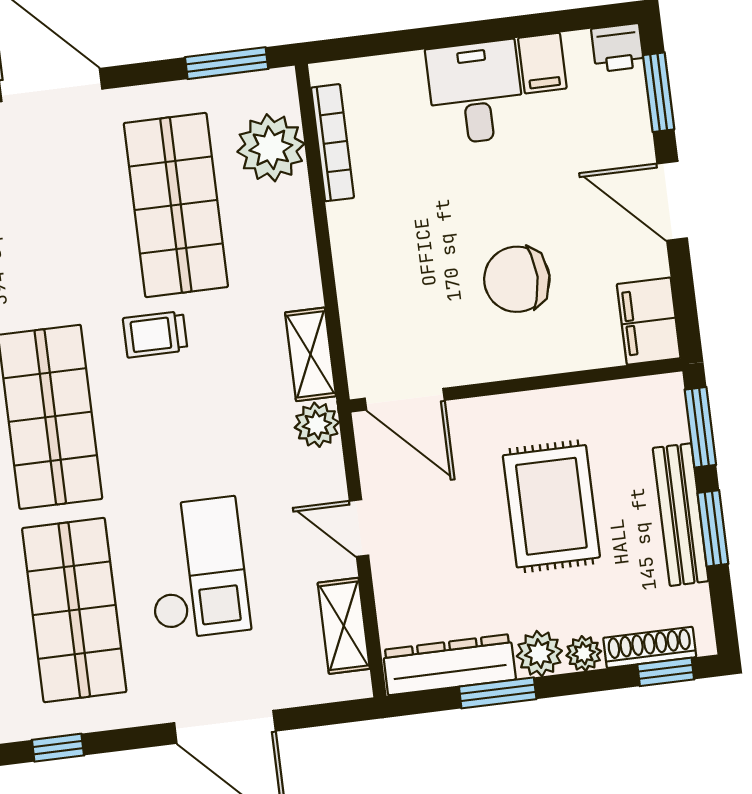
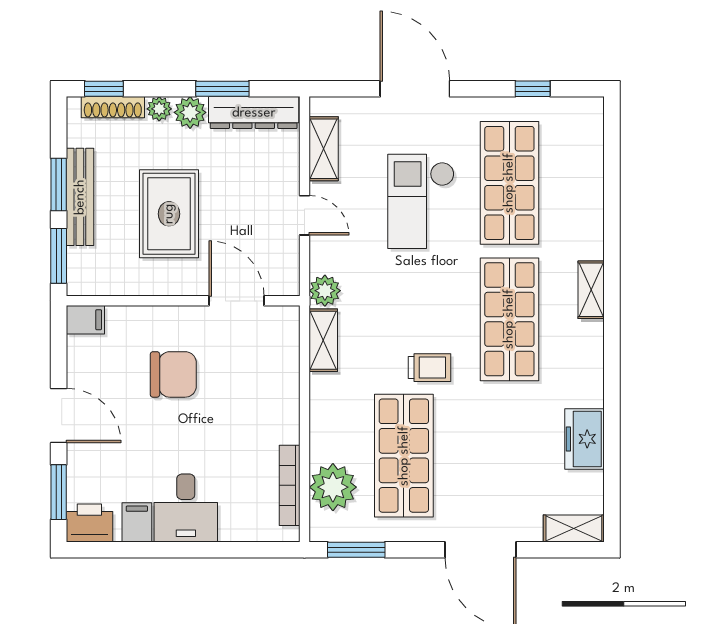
printer: (618, 48) -> (89, 523), width x1.36, depth x1.24
filing cabinet: (649, 321) -> (85, 320), width x0.50
door: (405, 399) -> (236, 301), moved

